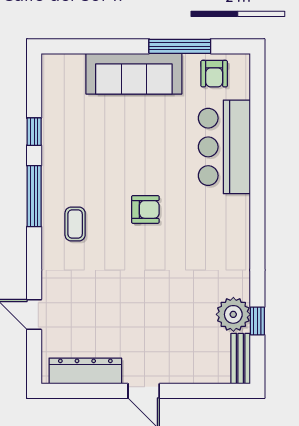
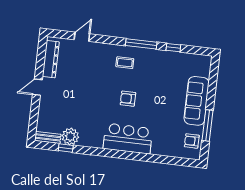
bar counter: (224, 147) -> (128, 139), moved
armchair: (145, 209) -> (128, 99), turned 90

